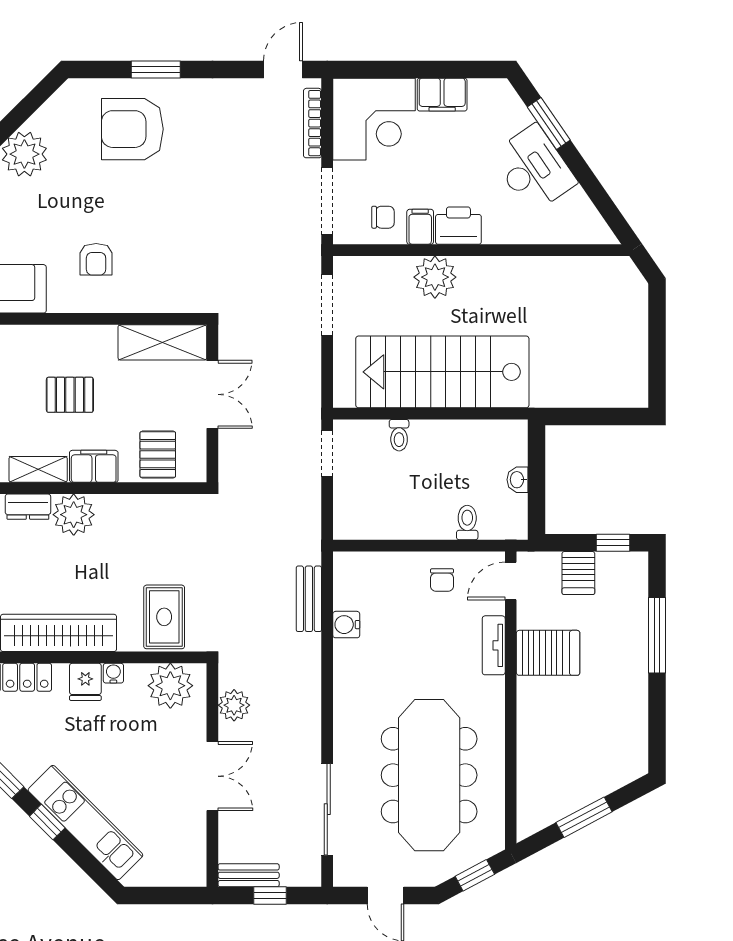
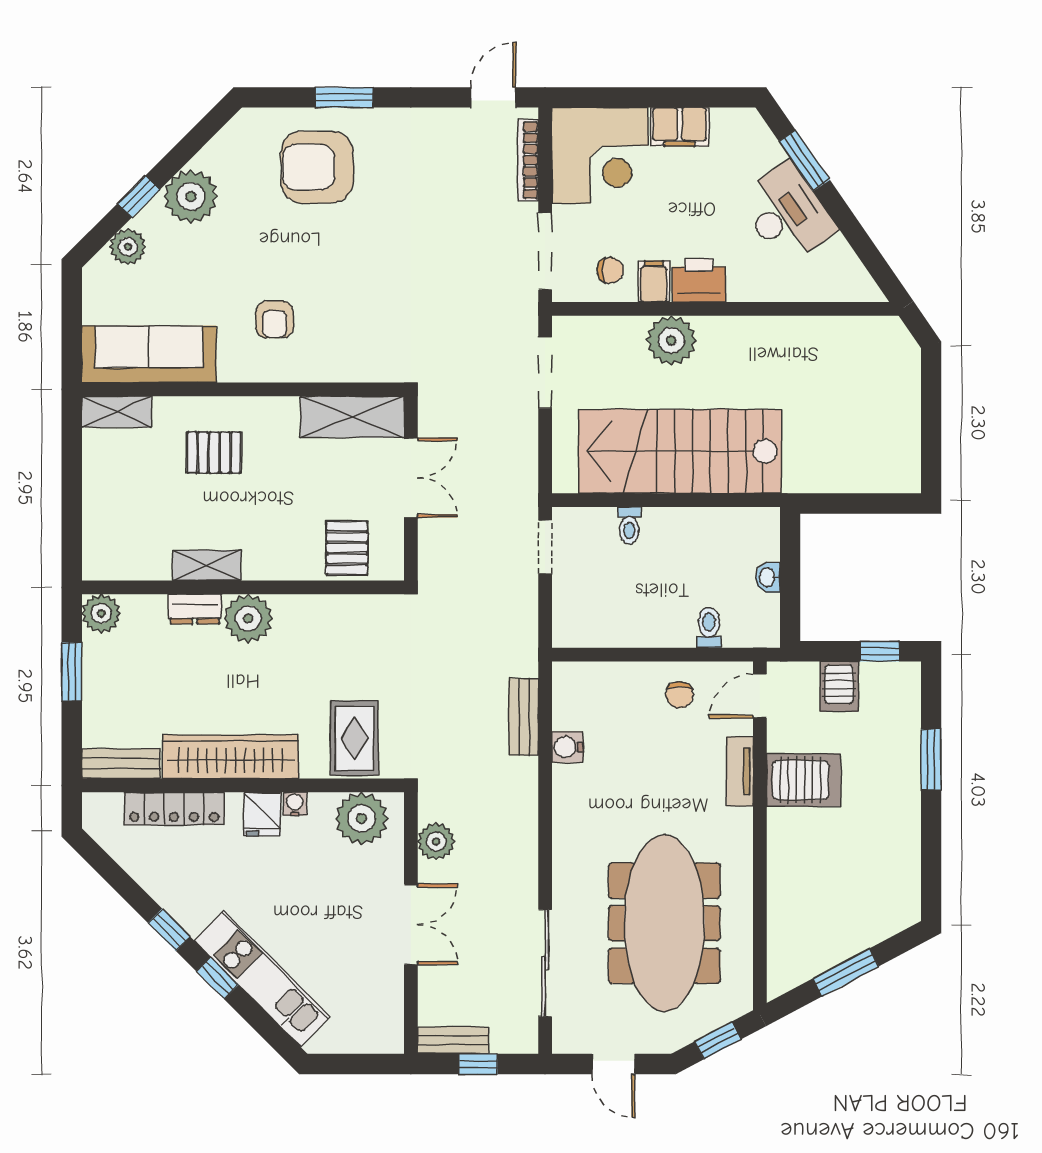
pallet: (70, 395) -> (214, 452), moved
filing cabinet: (94, 466) -> (272, 562), removed
window: (657, 635) -> (931, 760), width x0.69

